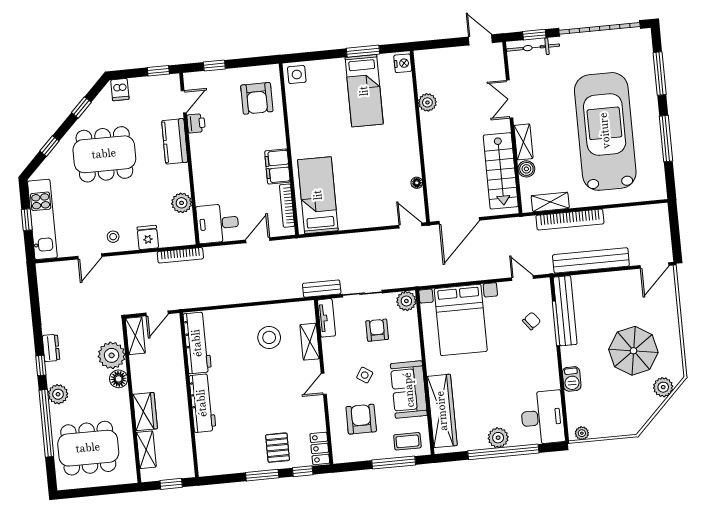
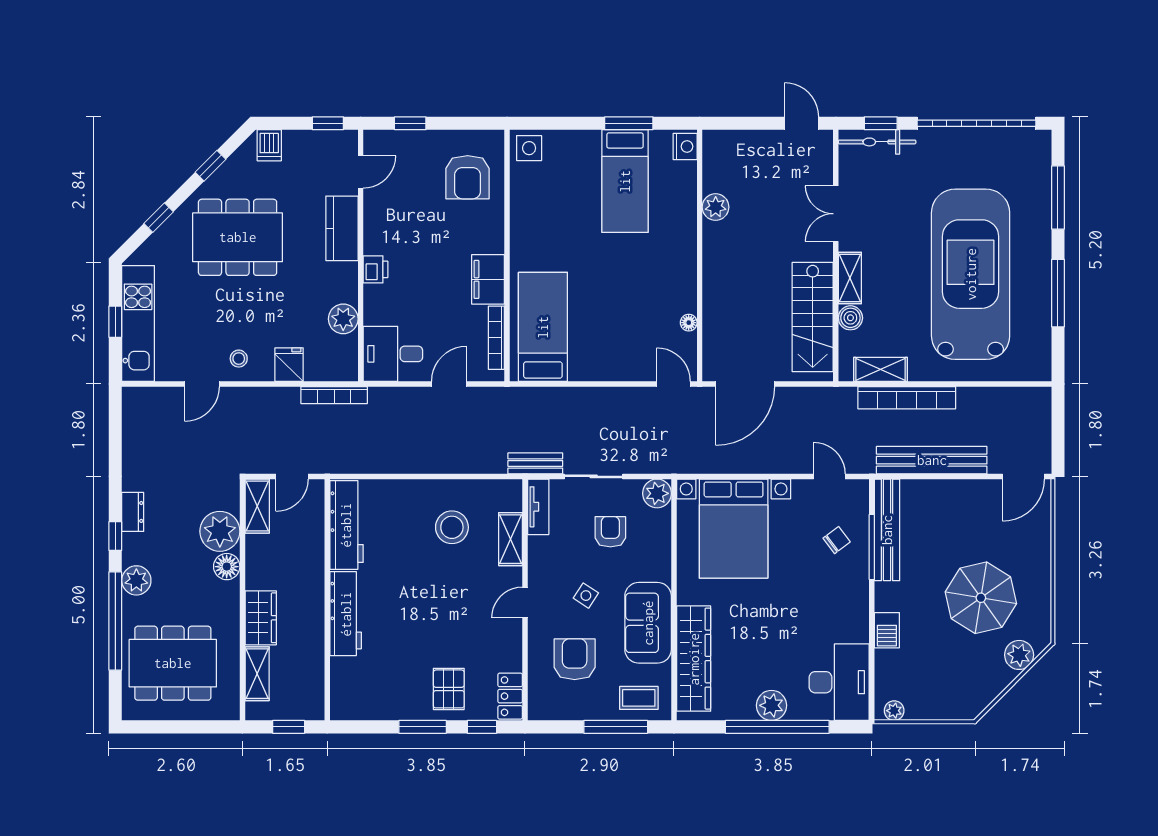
printer: (196, 123) -> (376, 269), moved

